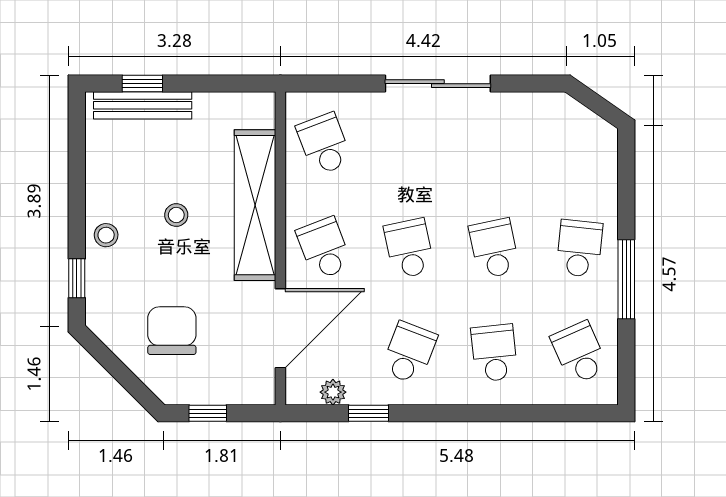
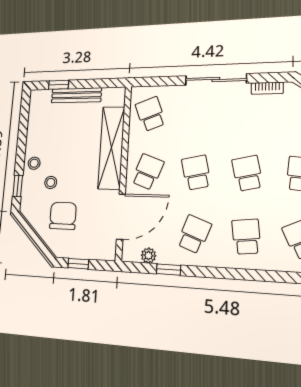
bookcase: (525, 102) -> (267, 88), added
bench: (143, 105) -> (76, 95), moved
stool: (176, 215) -> (51, 182), moved
school desk: (324, 248) -> (148, 172), turned 42

